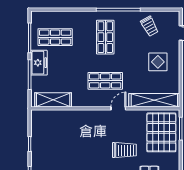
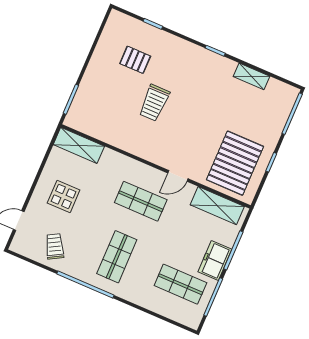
shelving: (154, 100) -> (79, 145), width x0.68
door: (118, 108) -> (178, 176), moved
pallet: (161, 132) -> (235, 163), moved
trolley: (124, 150) -> (154, 103), turned -90

